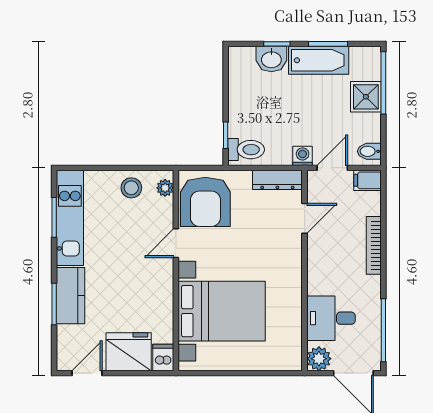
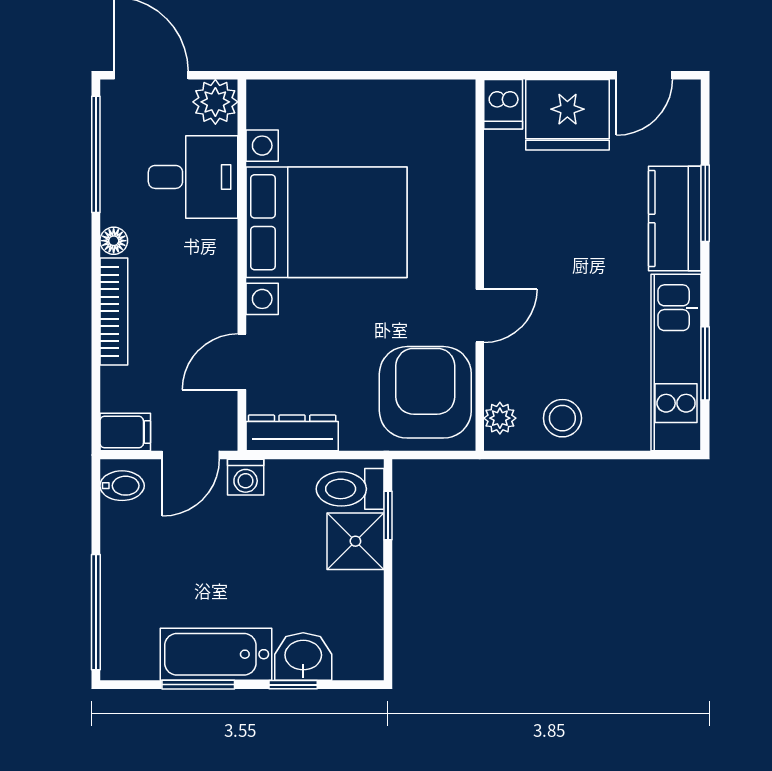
shower: (366, 97) -> (355, 541), moved
floor lamp: (374, 284) -> (114, 241), added
bed with nightstands: (222, 311) -> (326, 222), moved, turned 180

